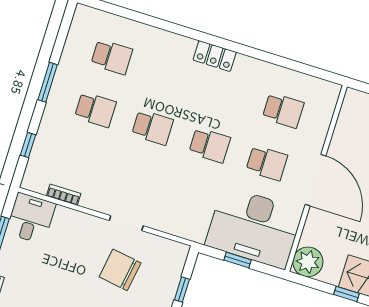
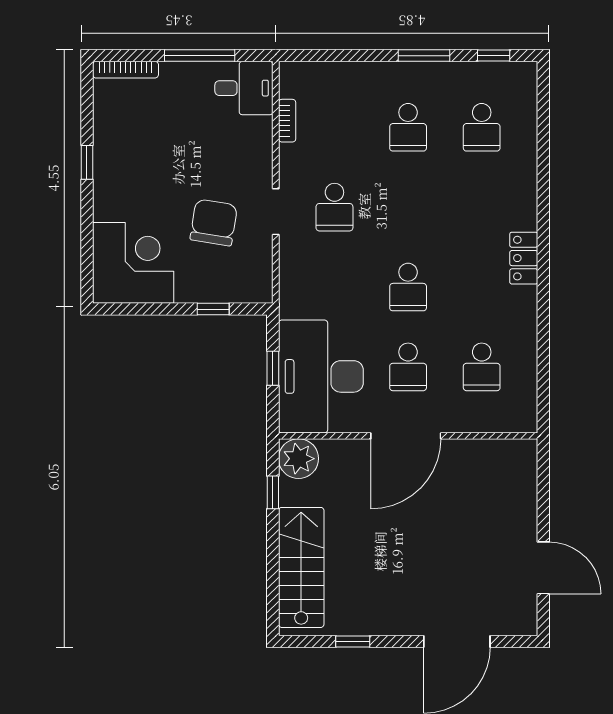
school desk: (152, 127) -> (334, 207), moved
window: (28, 145) -> (494, 56), moved
window: (347, 294) -> (273, 492), moved

